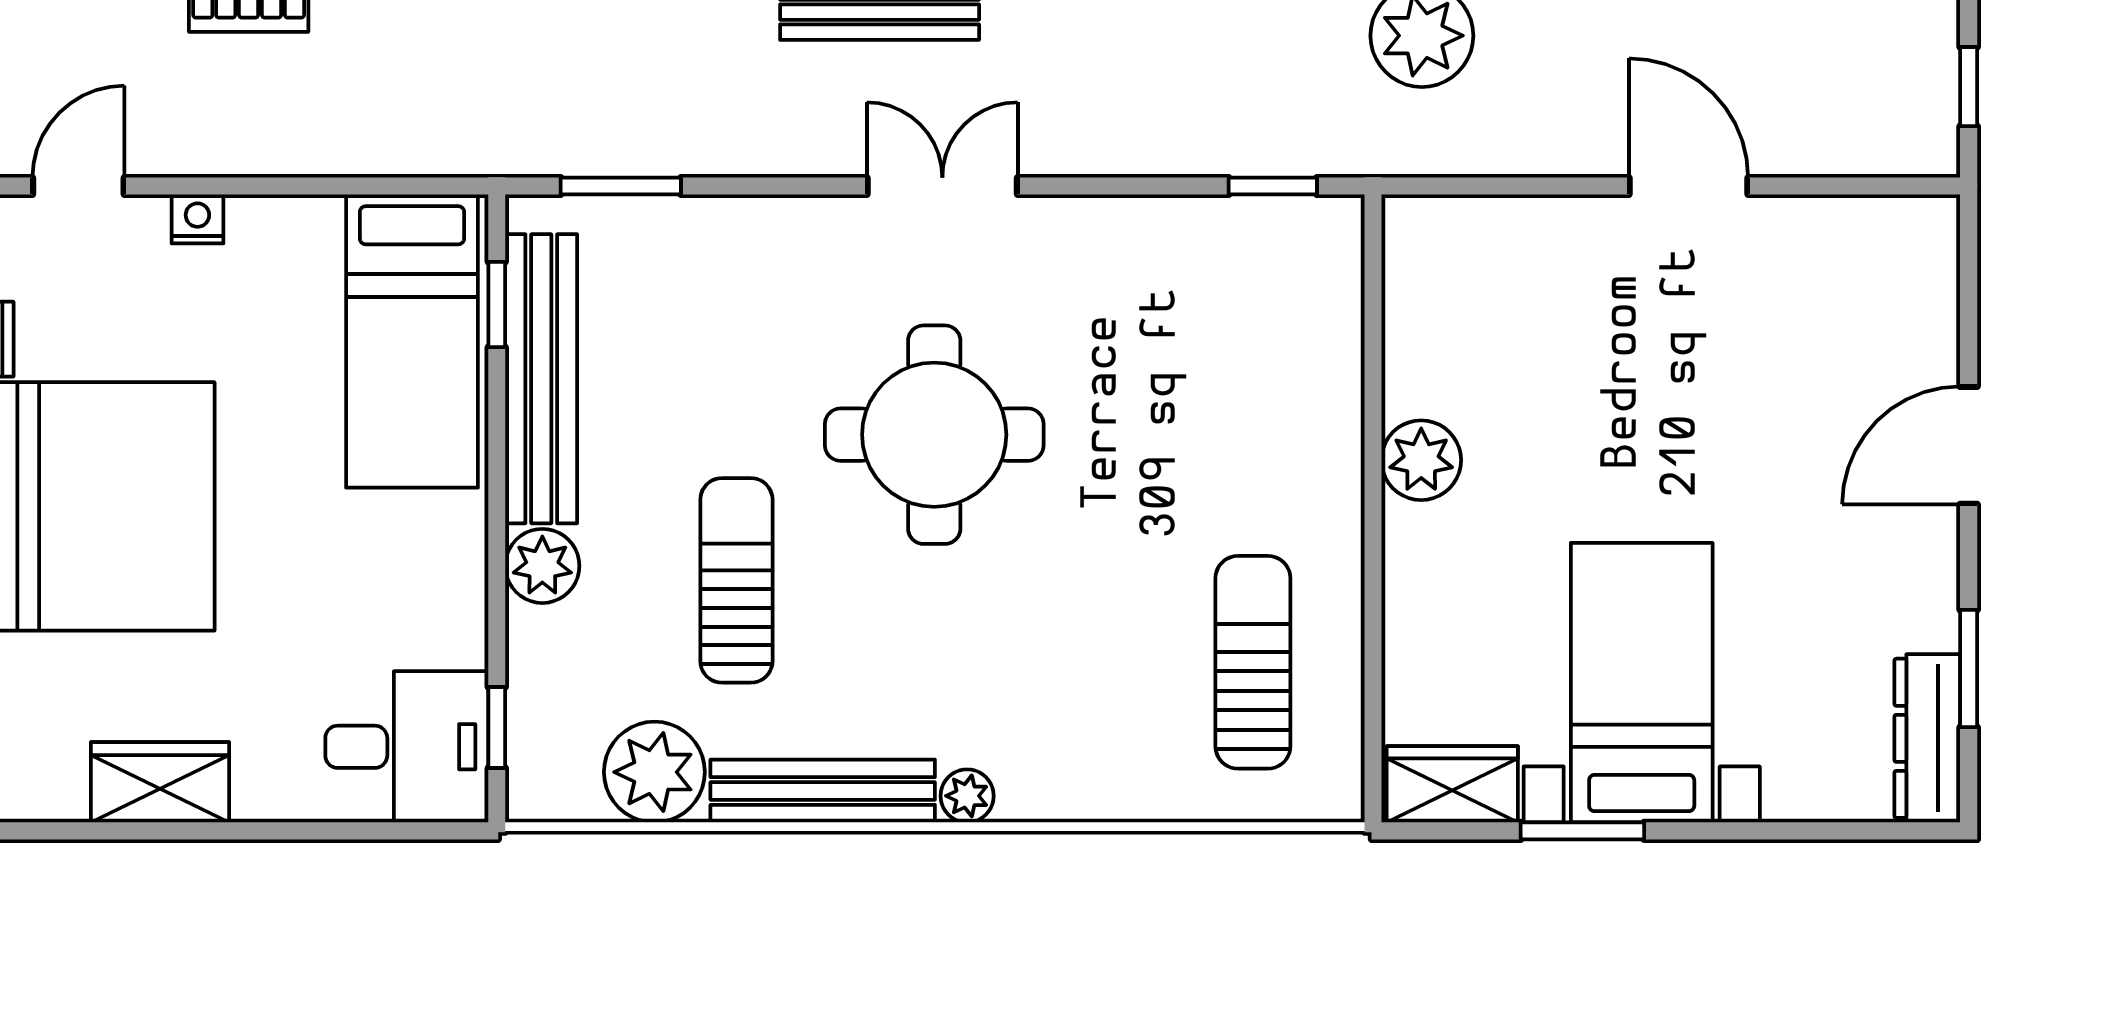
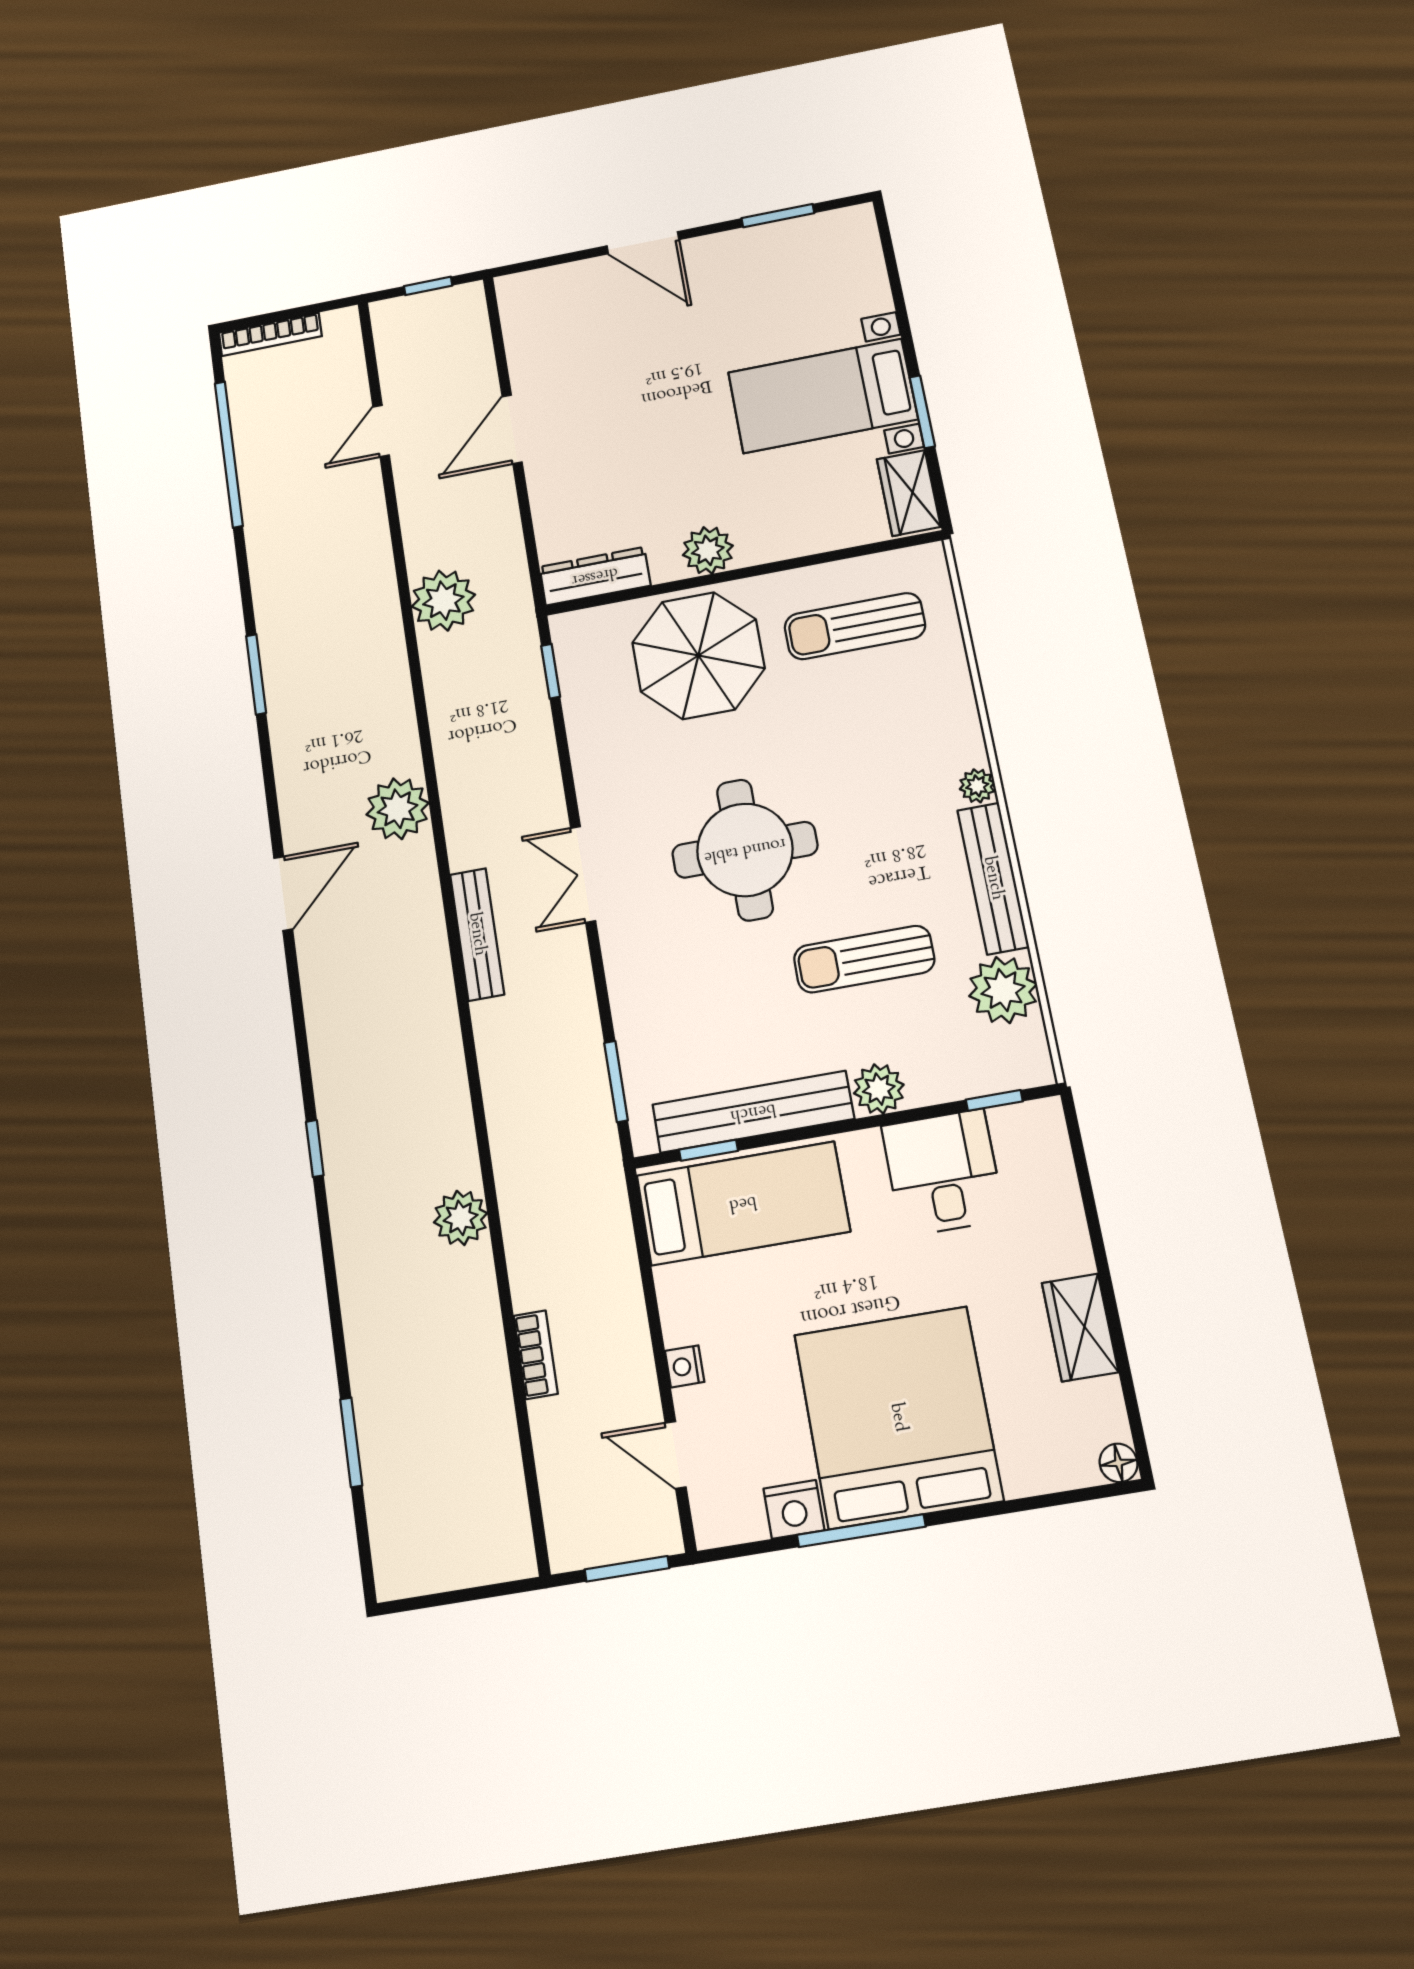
parasol: (1253, 417) -> (698, 655), added
dresser: (1927, 738) -> (595, 576), moved, turned 180
desk: (407, 747) -> (943, 1173), moved

